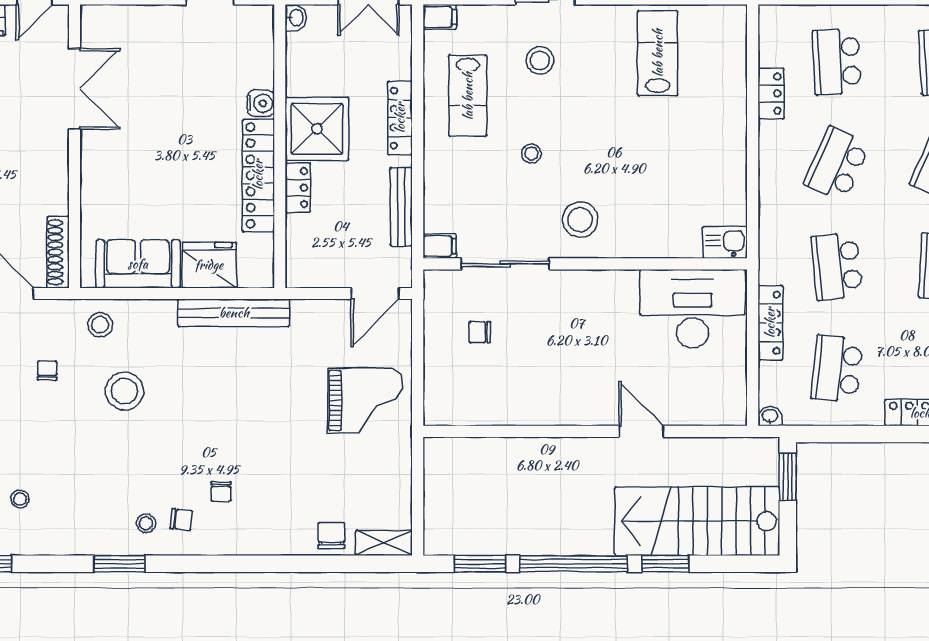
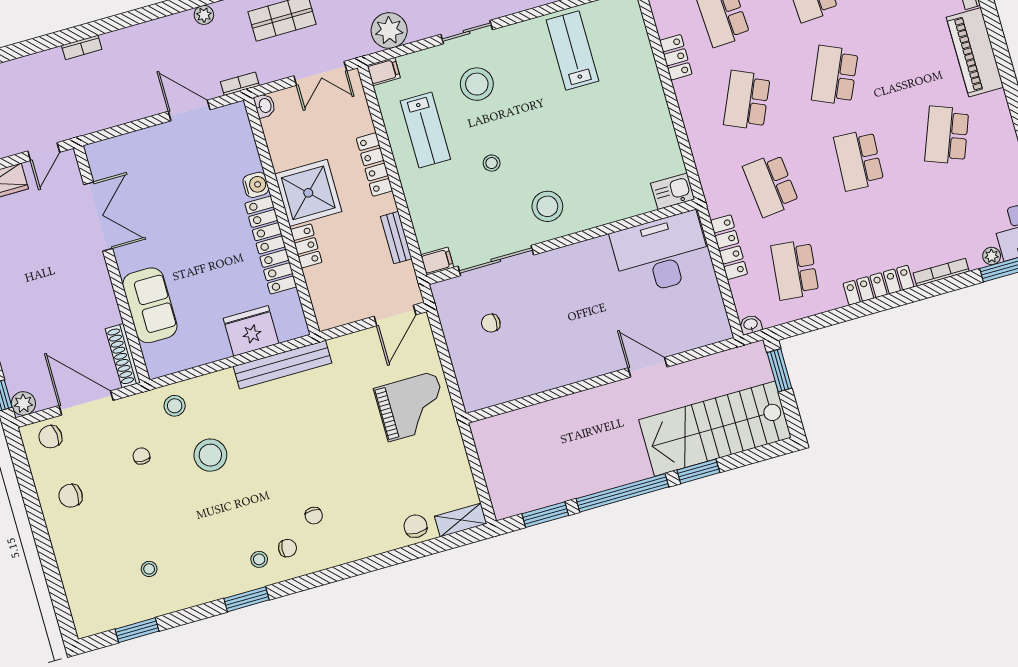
stool: (540, 61) -> (477, 84), width x1.38, depth x1.38
bench: (401, 207) -> (396, 238), width x0.73
sofa: (138, 264) -> (150, 305), moved, turned 90

